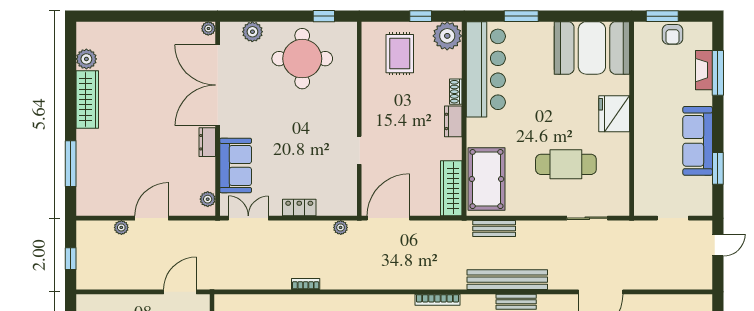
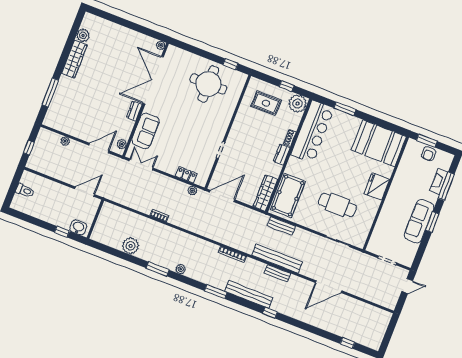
plant: (252, 32) -> (186, 57), removed
rug: (400, 54) -> (266, 103), turned 90
window: (718, 168) -> (432, 222), moved
locker: (299, 208) -> (186, 175), moved
door: (152, 218) -> (99, 148), moved

